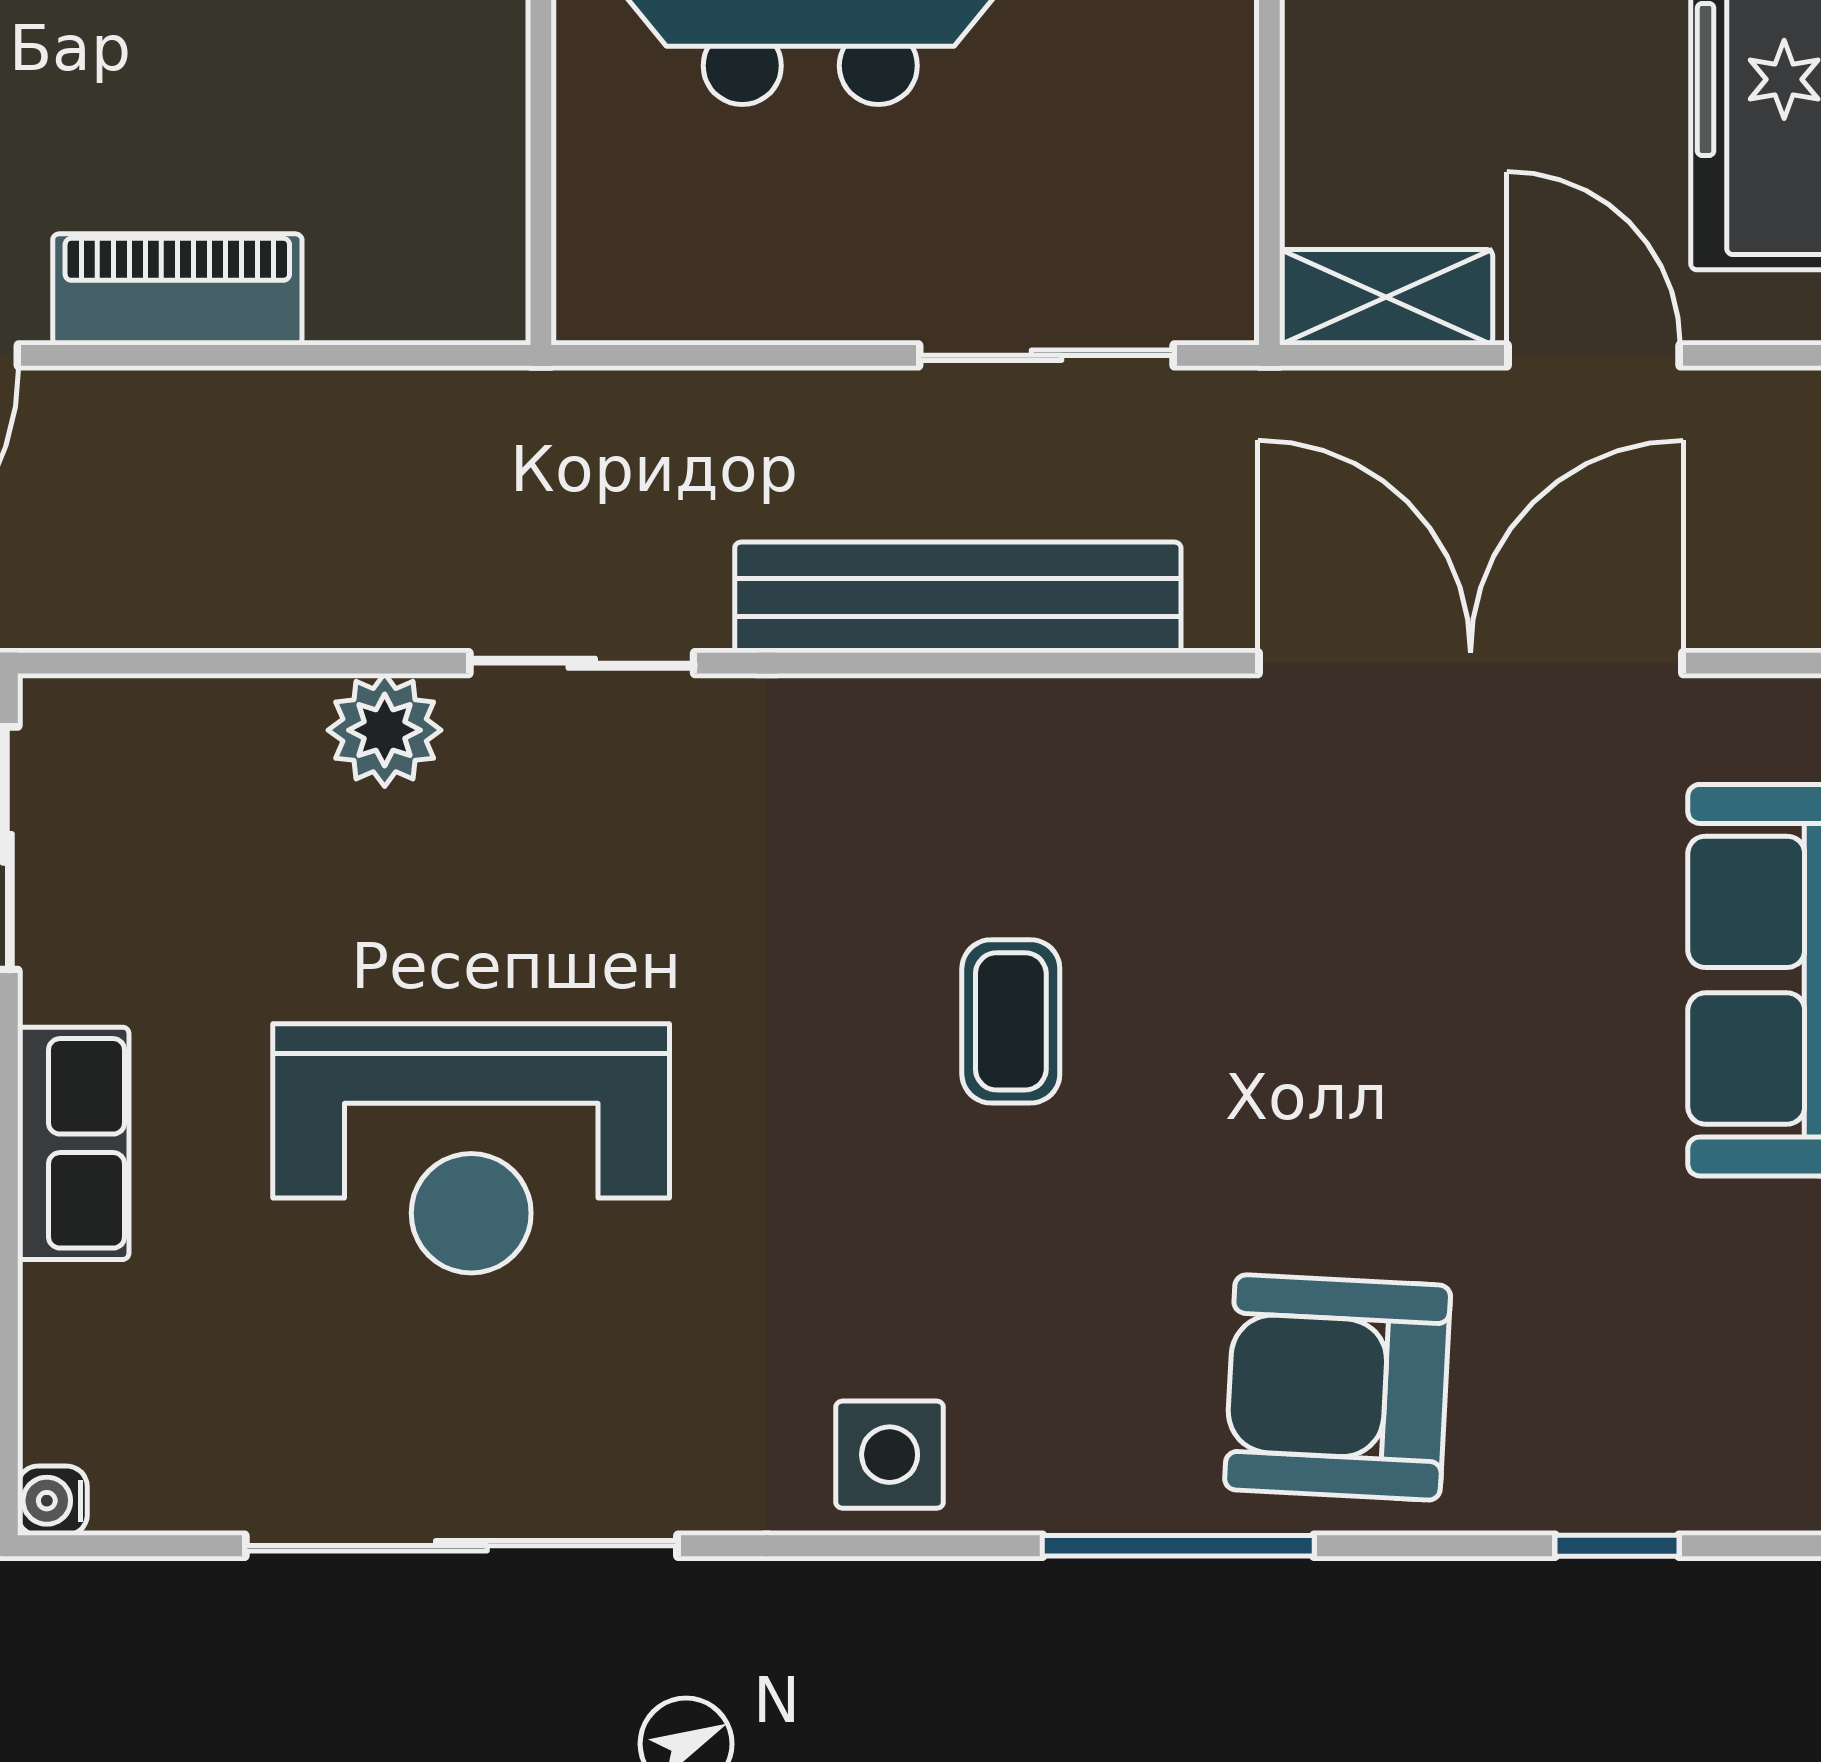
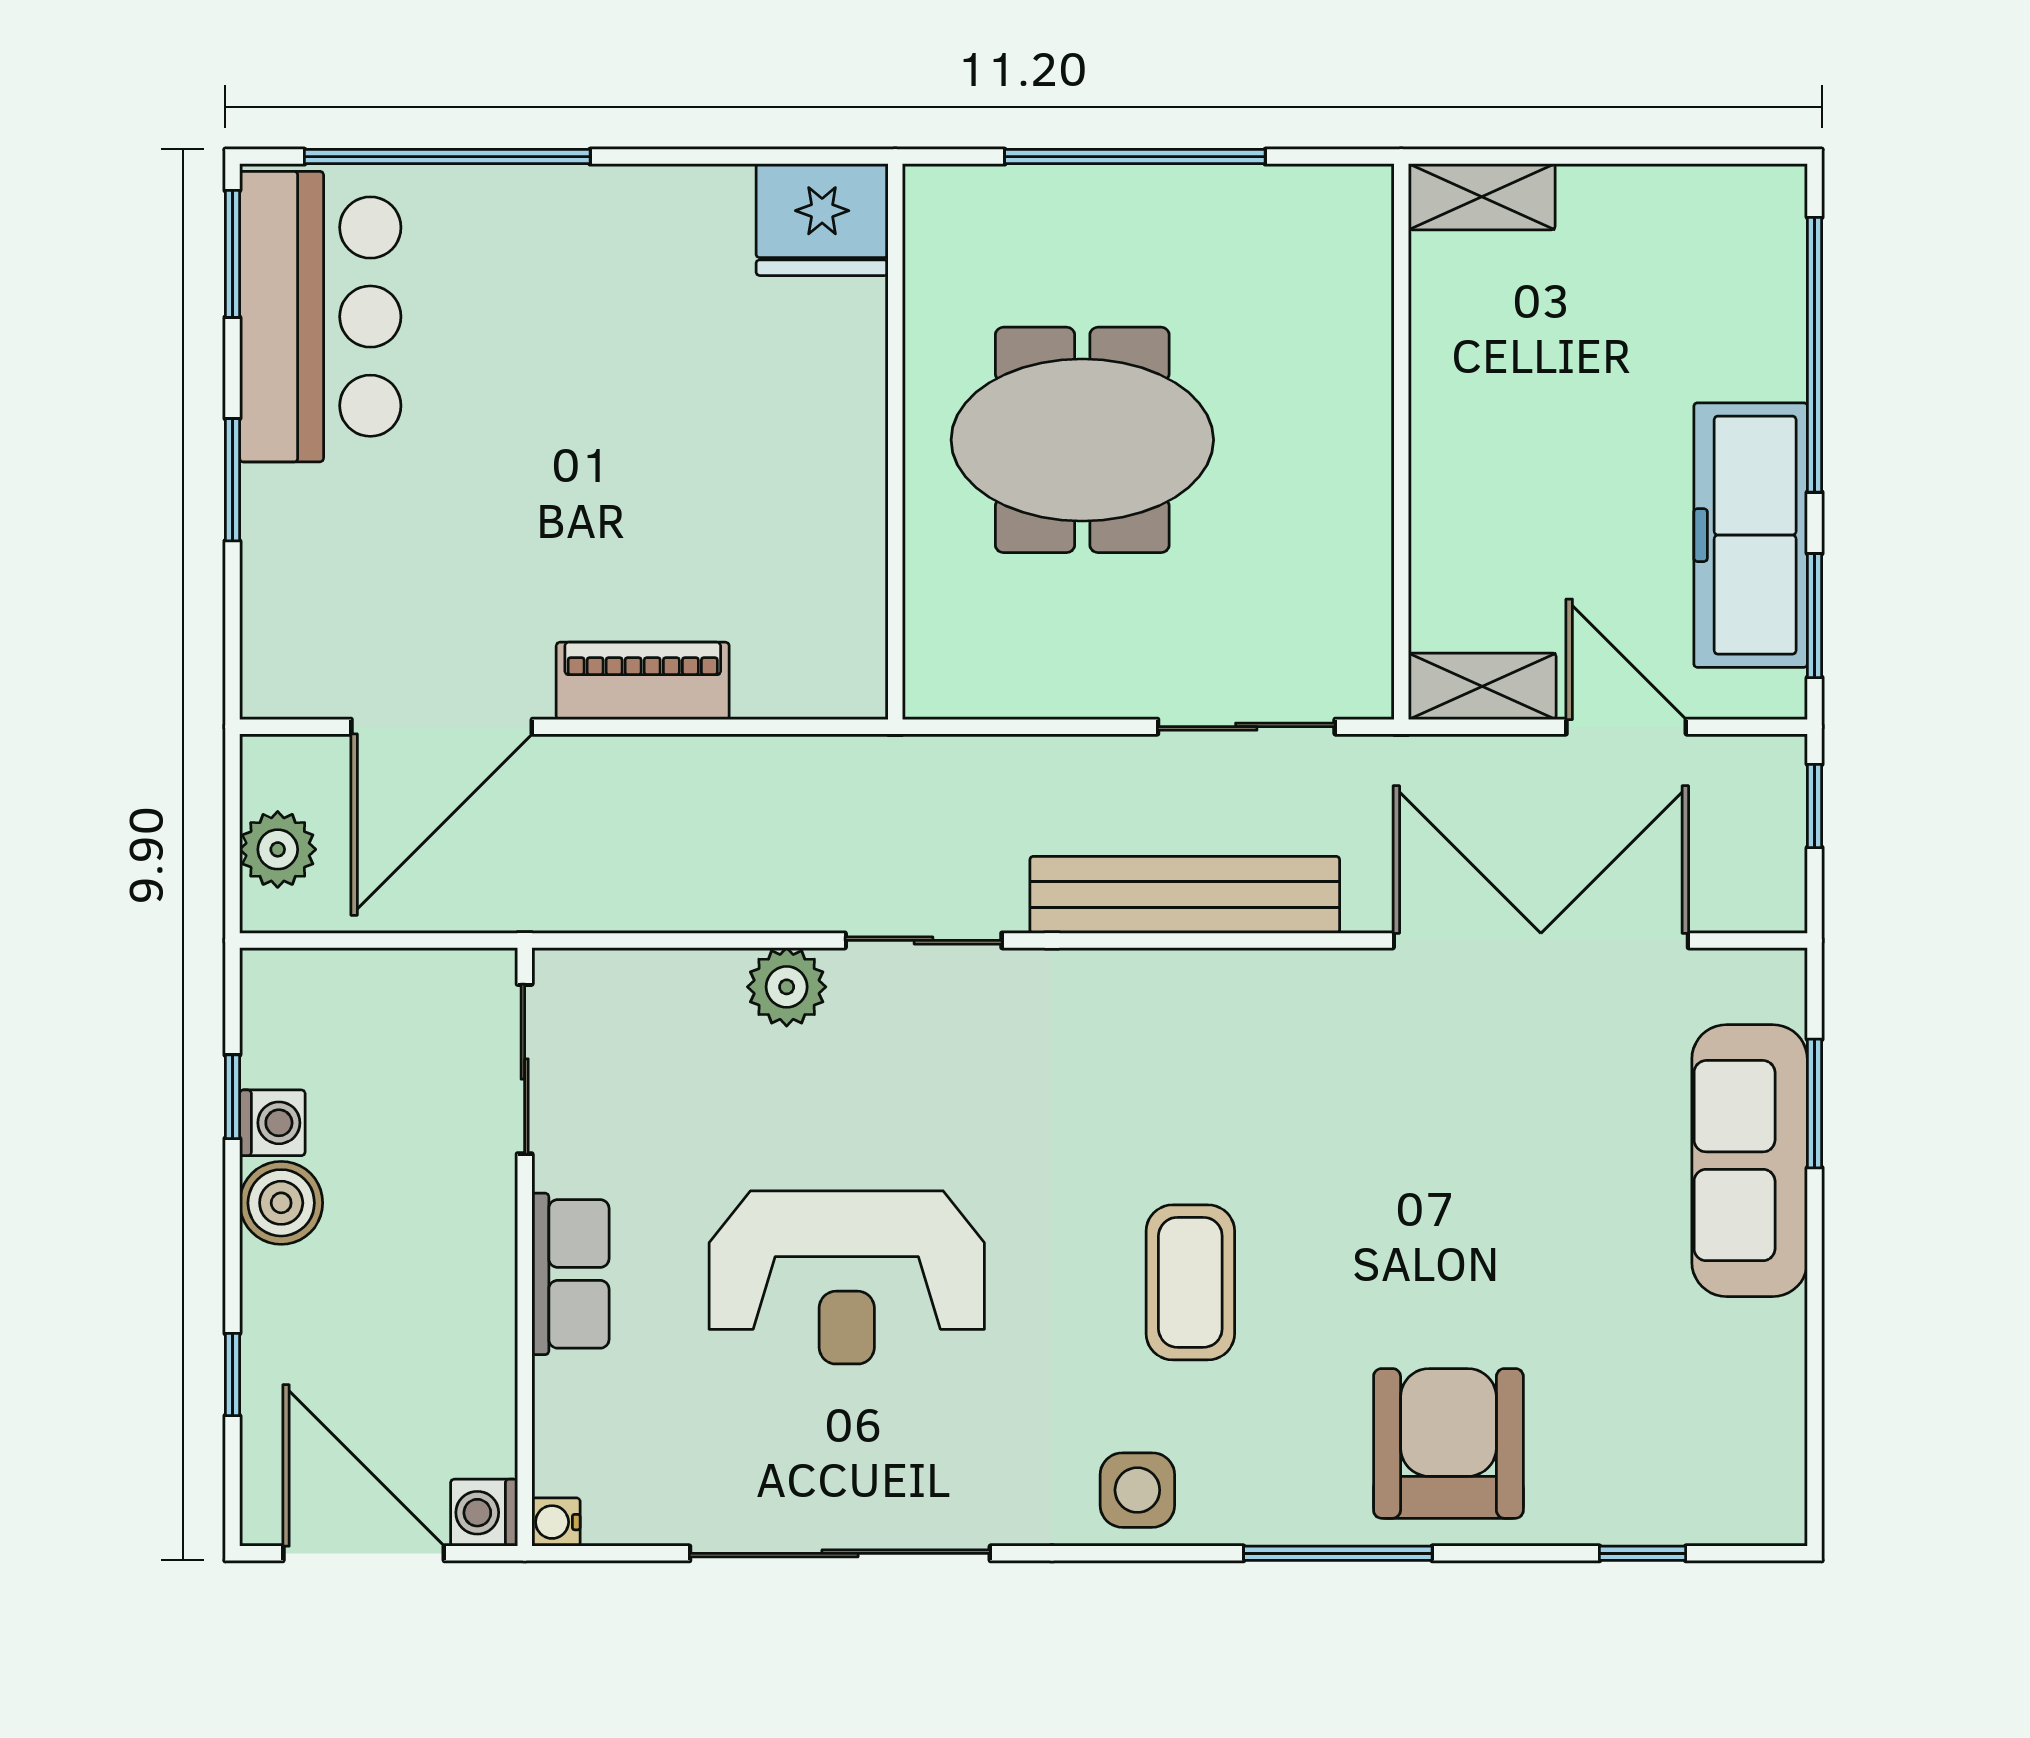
coffee table: (1011, 1021) -> (1190, 1282), moved, width x1.36, depth x1.30
armchair: (1338, 1387) -> (1448, 1443), turned 87

